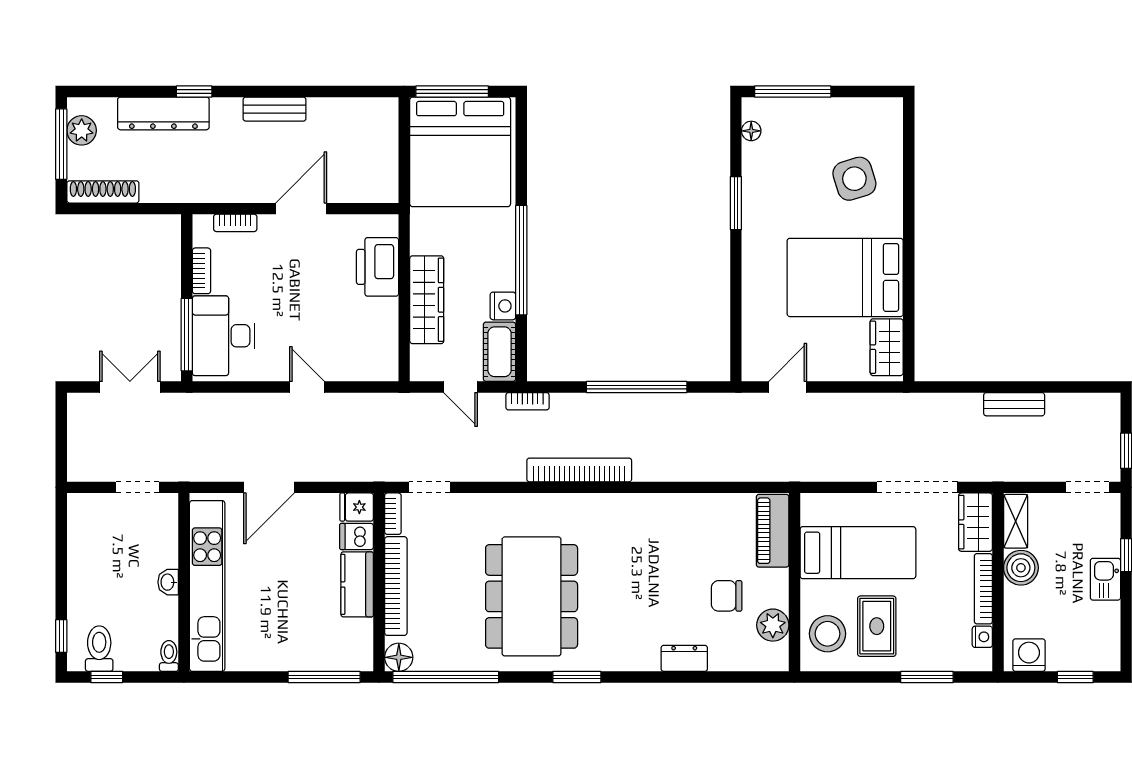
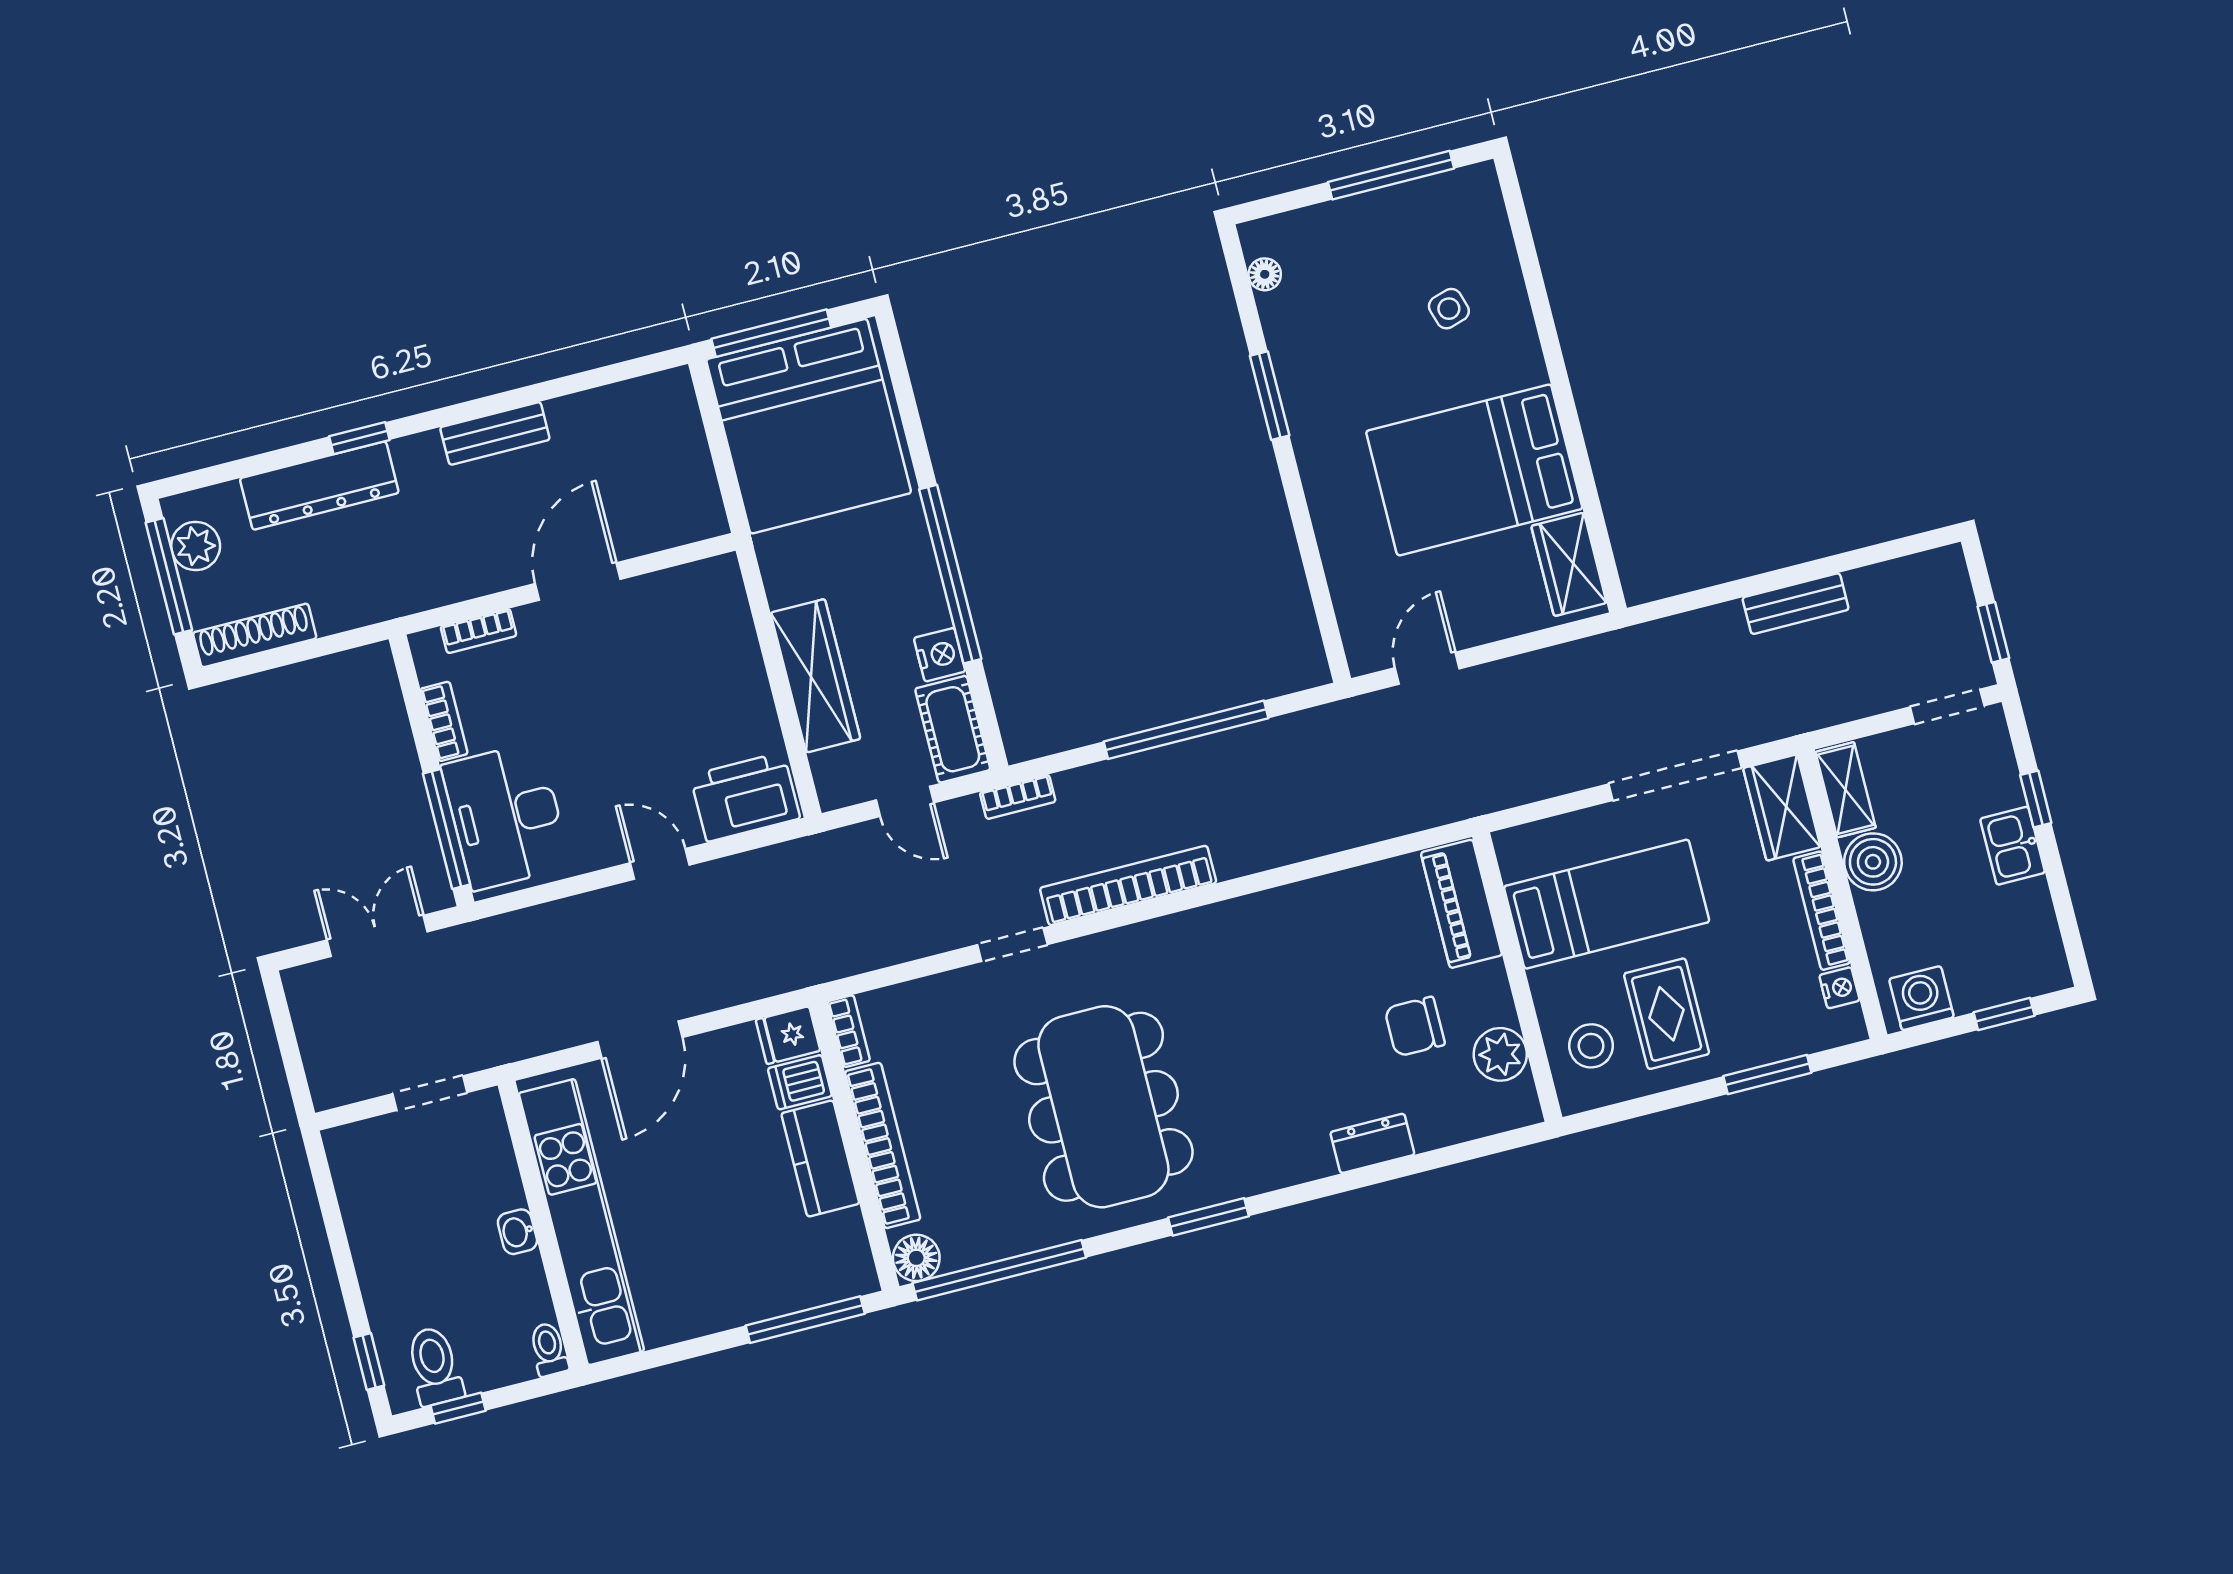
window: (793, 92) -> (1391, 175), moved
side table: (854, 179) -> (1449, 309), width x0.54, depth x0.54
printer: (378, 267) -> (745, 797), moved, turned 90
doorway: (430, 487) -> (1012, 945), moved
stool: (828, 634) -> (1591, 1046), width x0.73, depth x0.73

